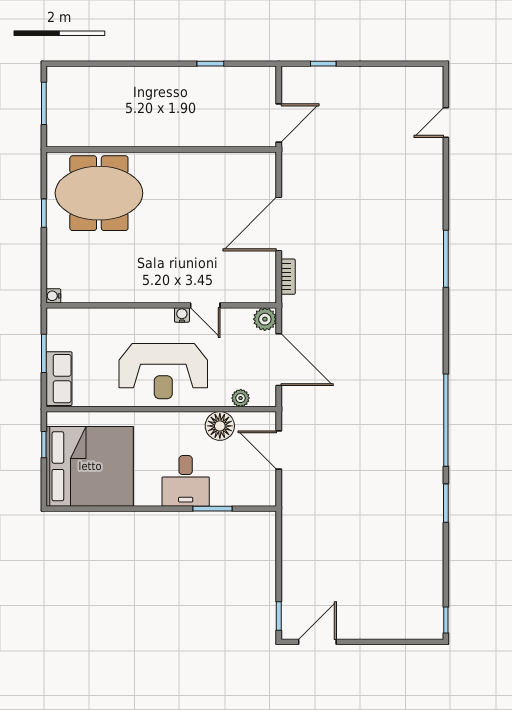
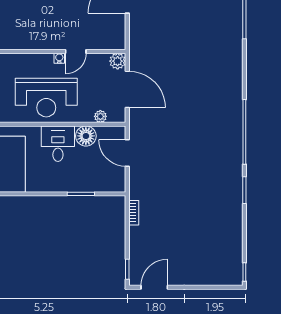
bookcase: (288, 277) -> (134, 213), moved
door: (205, 305) -> (76, 51), hinge flipped
desk: (186, 481) -> (58, 144), moved, turned 180

